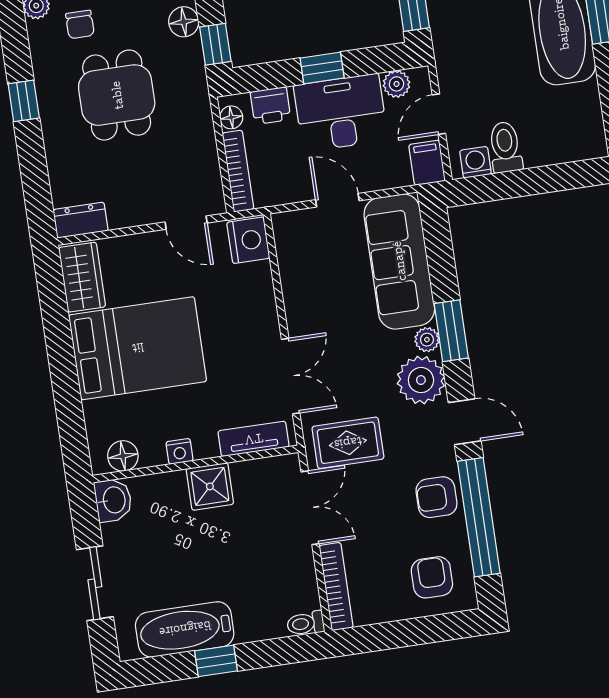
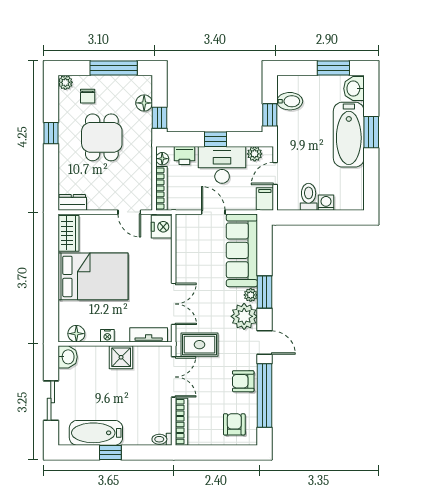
washing machine: (475, 162) -> (326, 203), moved

